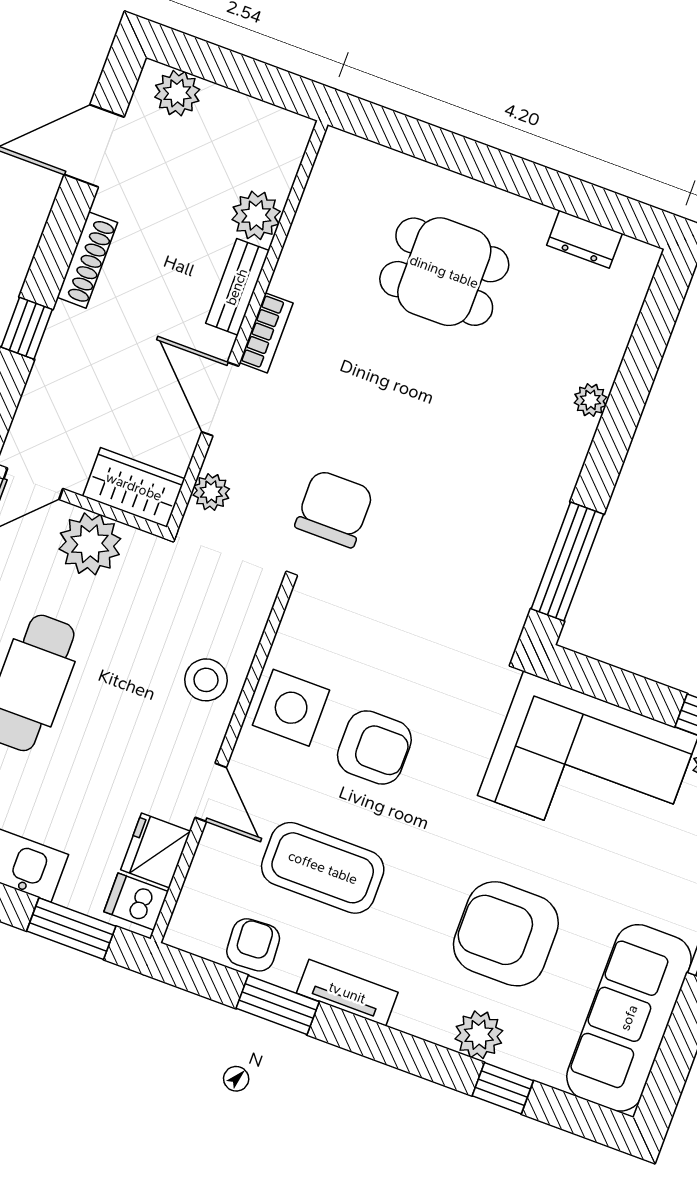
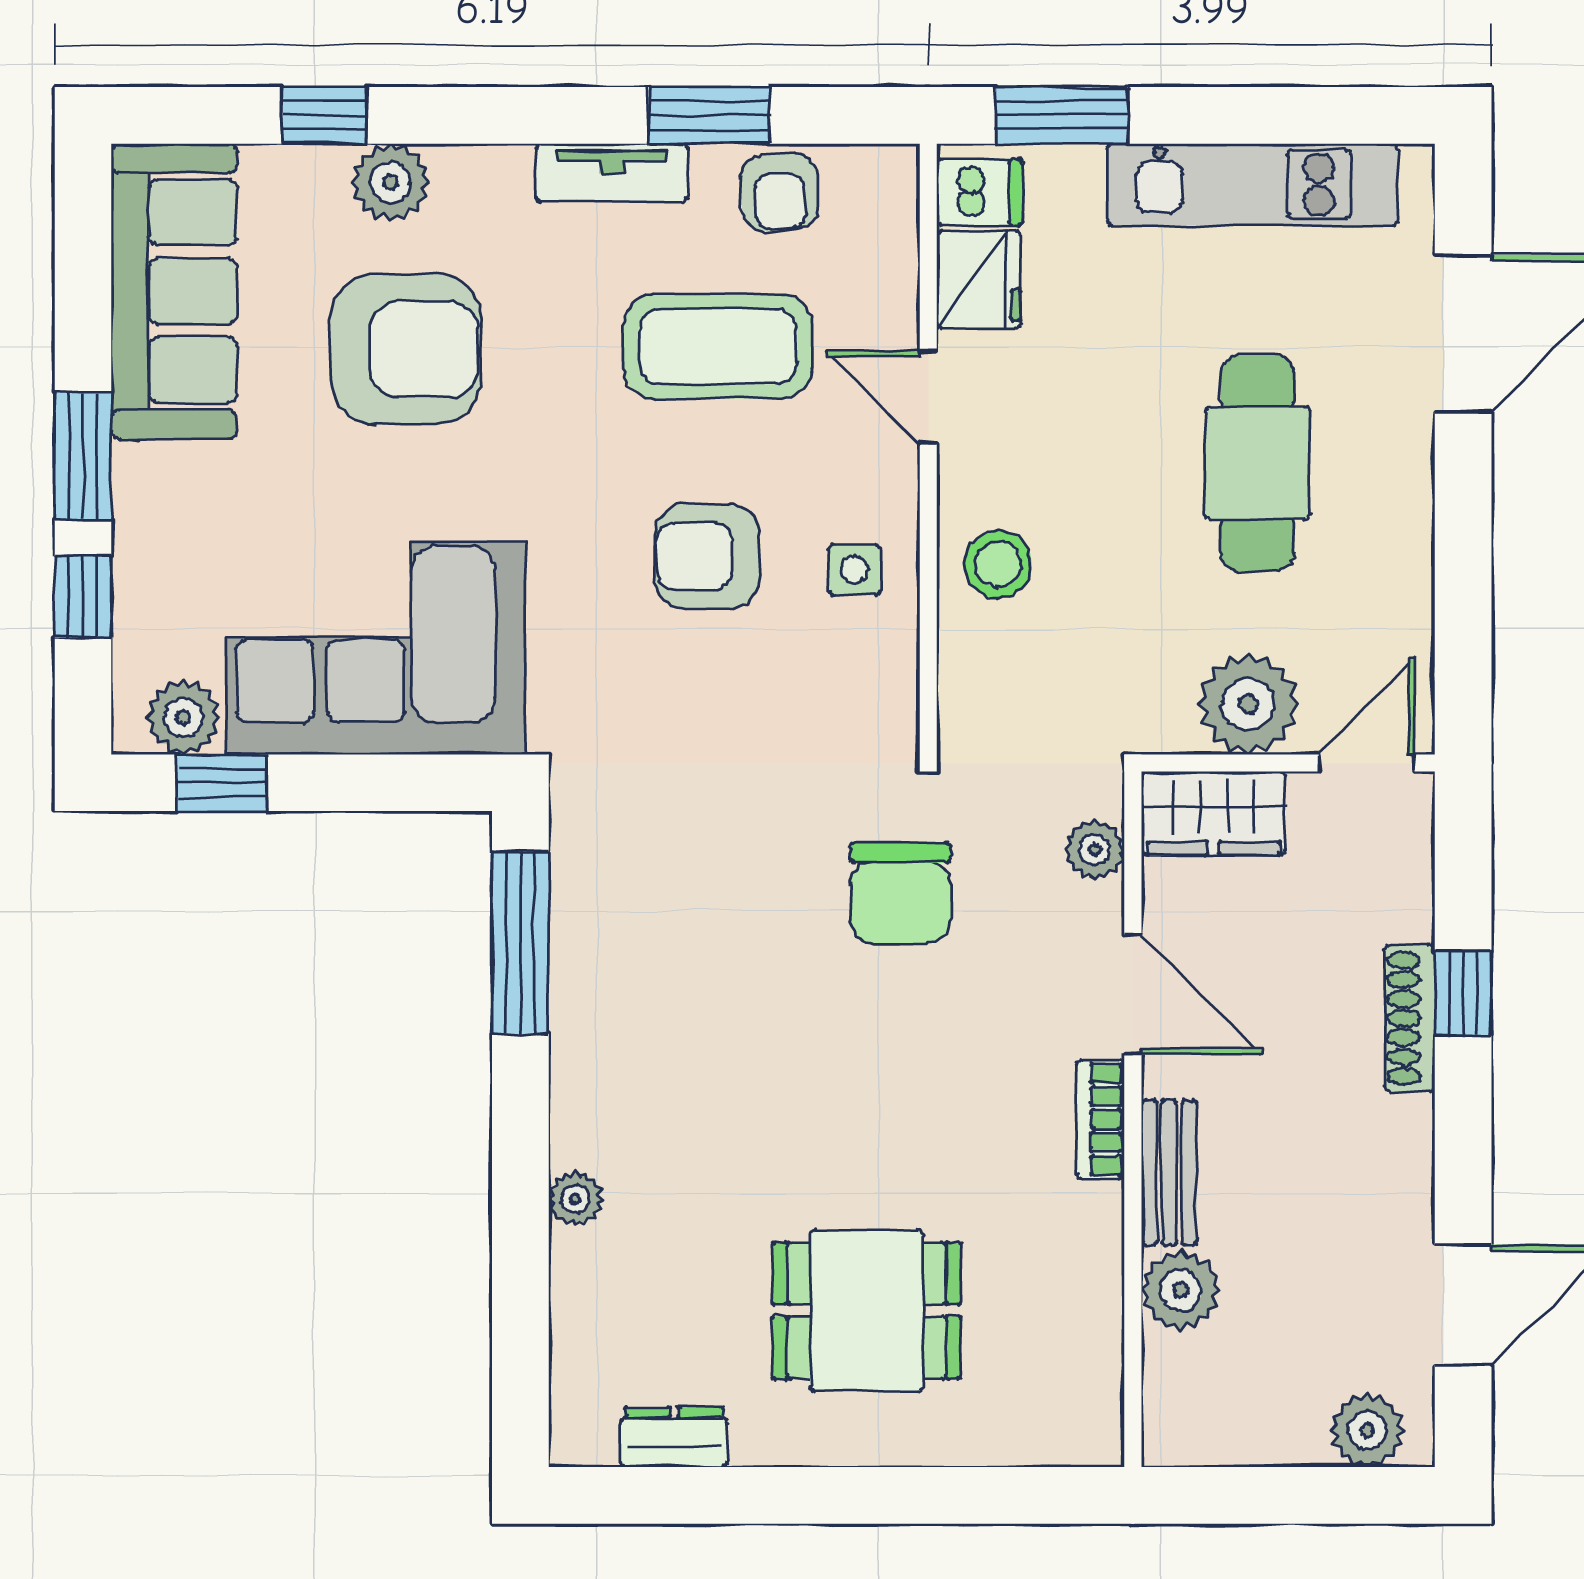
shoe rack: (87, 260) -> (1410, 1018), moved
side table: (291, 708) -> (854, 570), width x0.54, depth x0.54

